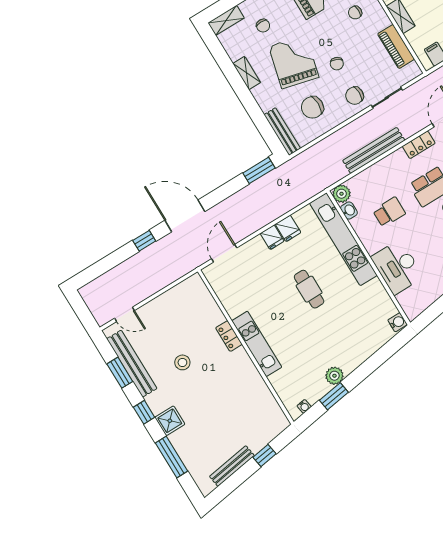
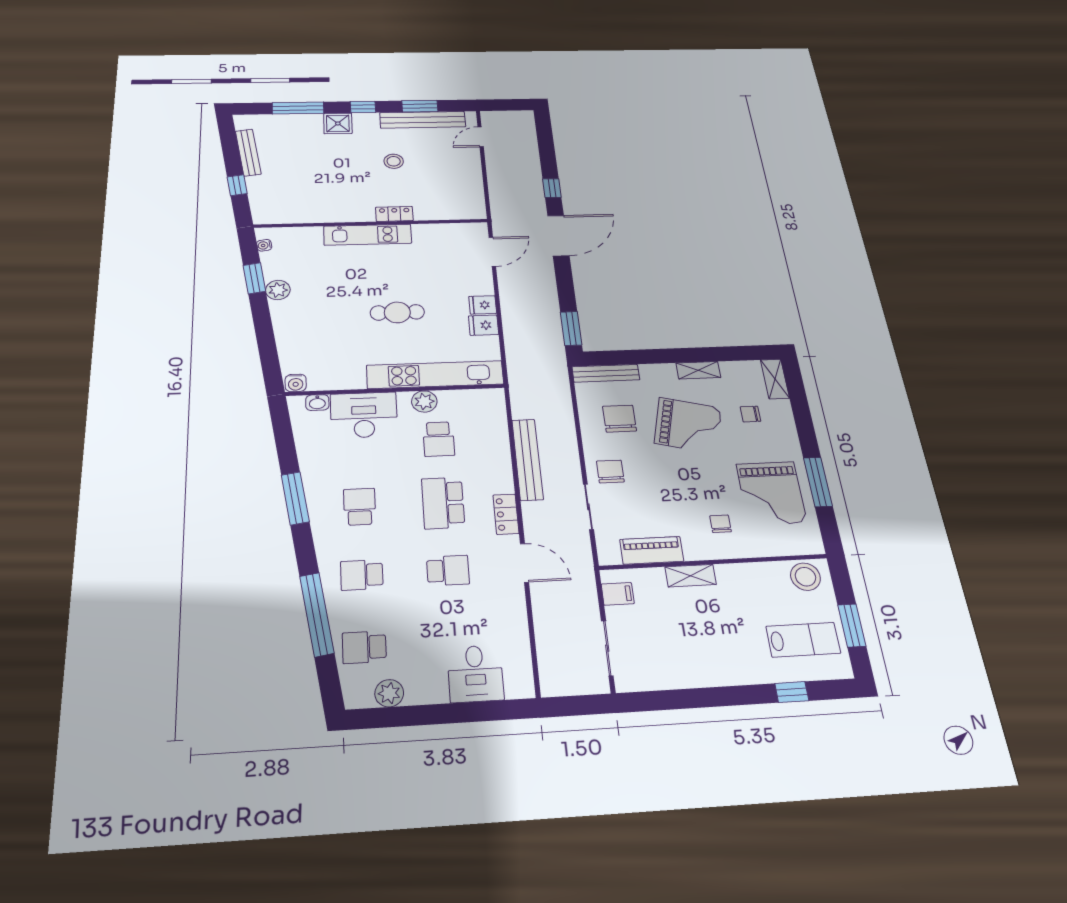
chair: (337, 64) -> (662, 471), removed
plant: (341, 194) -> (424, 401), moved
washbasin: (349, 210) -> (317, 403), moved
door: (224, 253) -> (492, 252), hinge flipped

